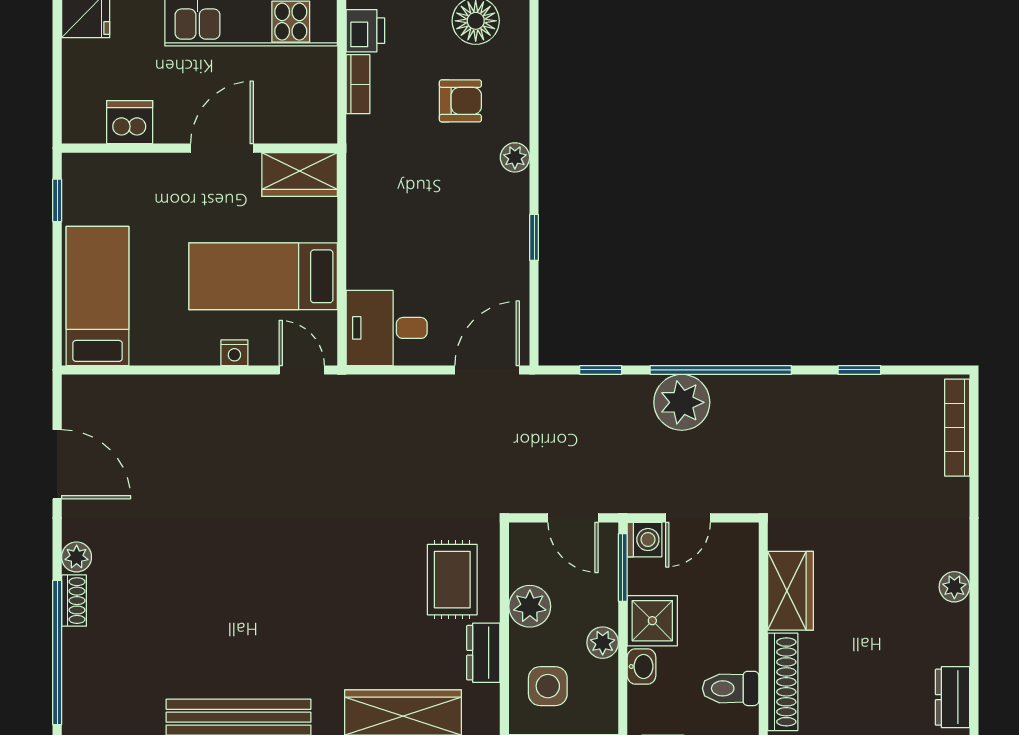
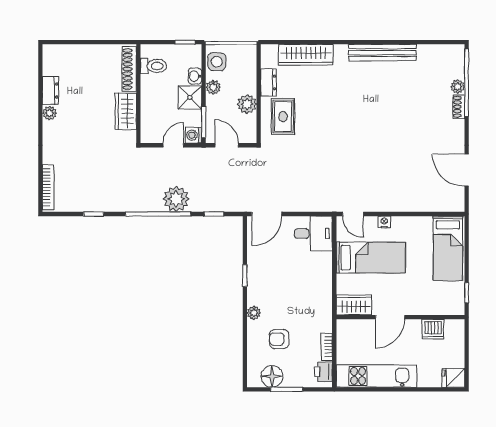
plant: (77, 557) -> (458, 87), moved
side table: (548, 686) -> (217, 62), moved
dresser: (952, 697) -> (50, 91), moved

